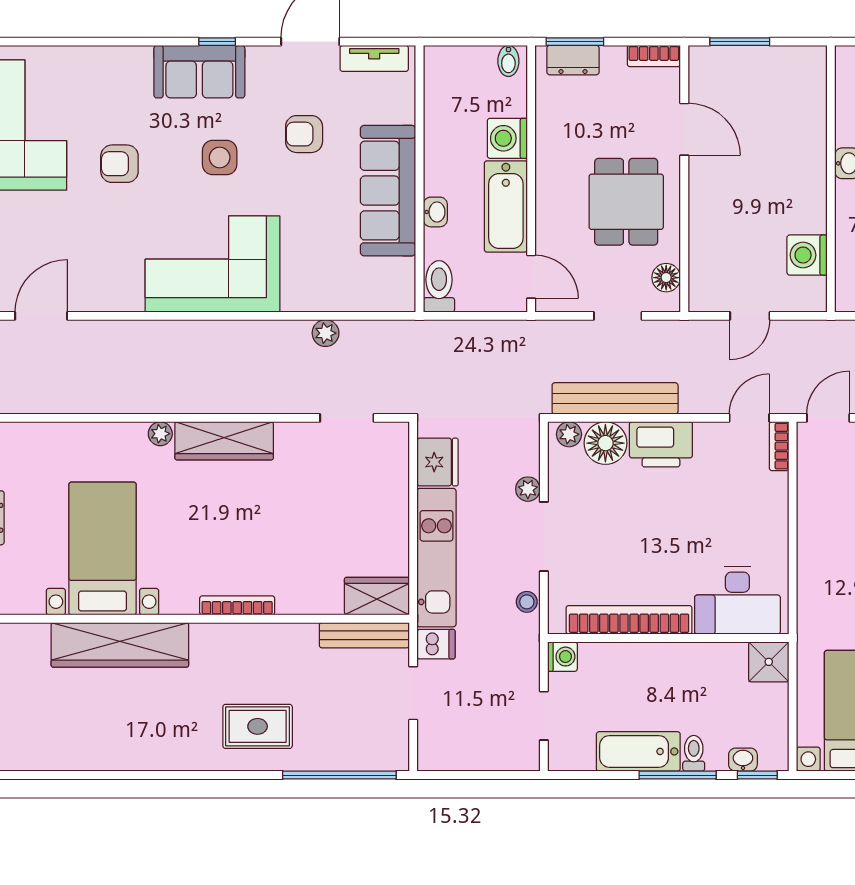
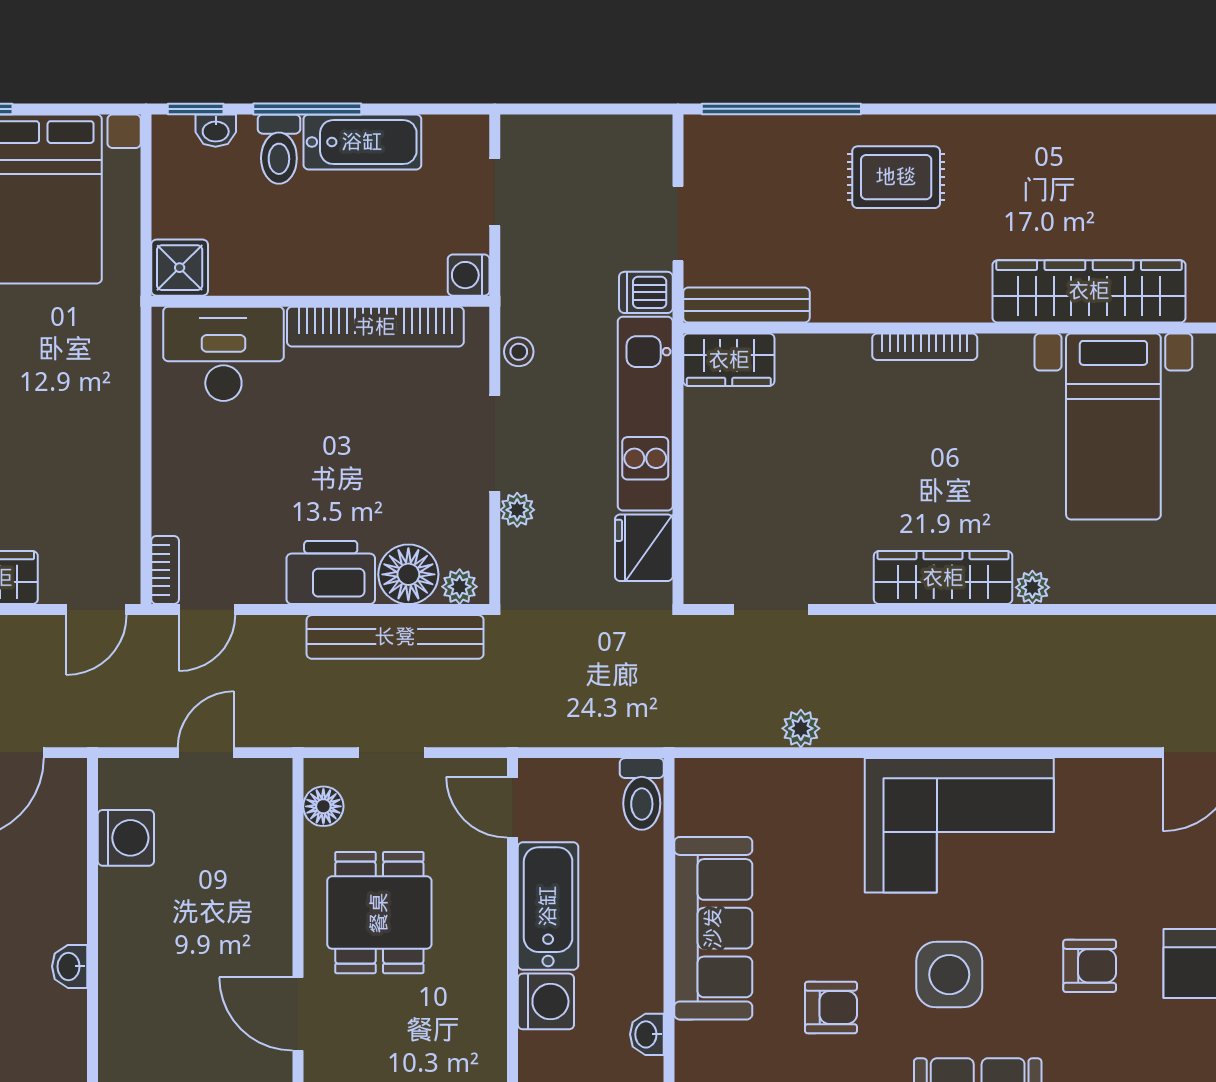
side table: (220, 158) -> (949, 975), width x1.37, depth x1.37
washbasin: (435, 212) -> (647, 1034), moved
toilet: (694, 753) -> (279, 149), width x1.37, depth x1.39

